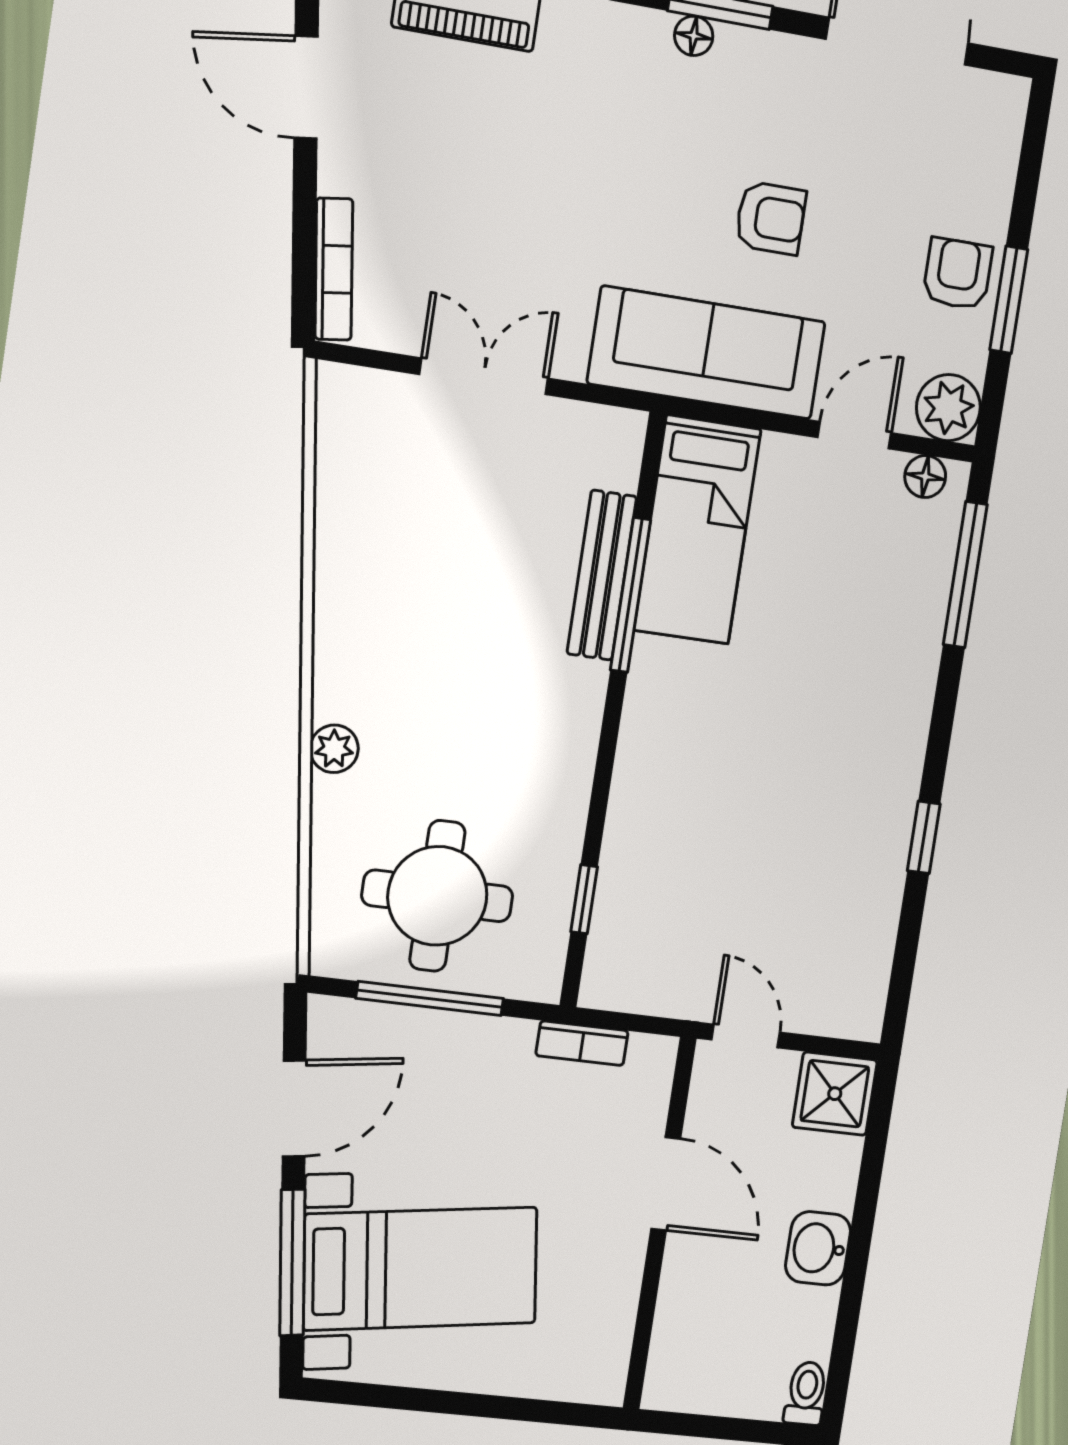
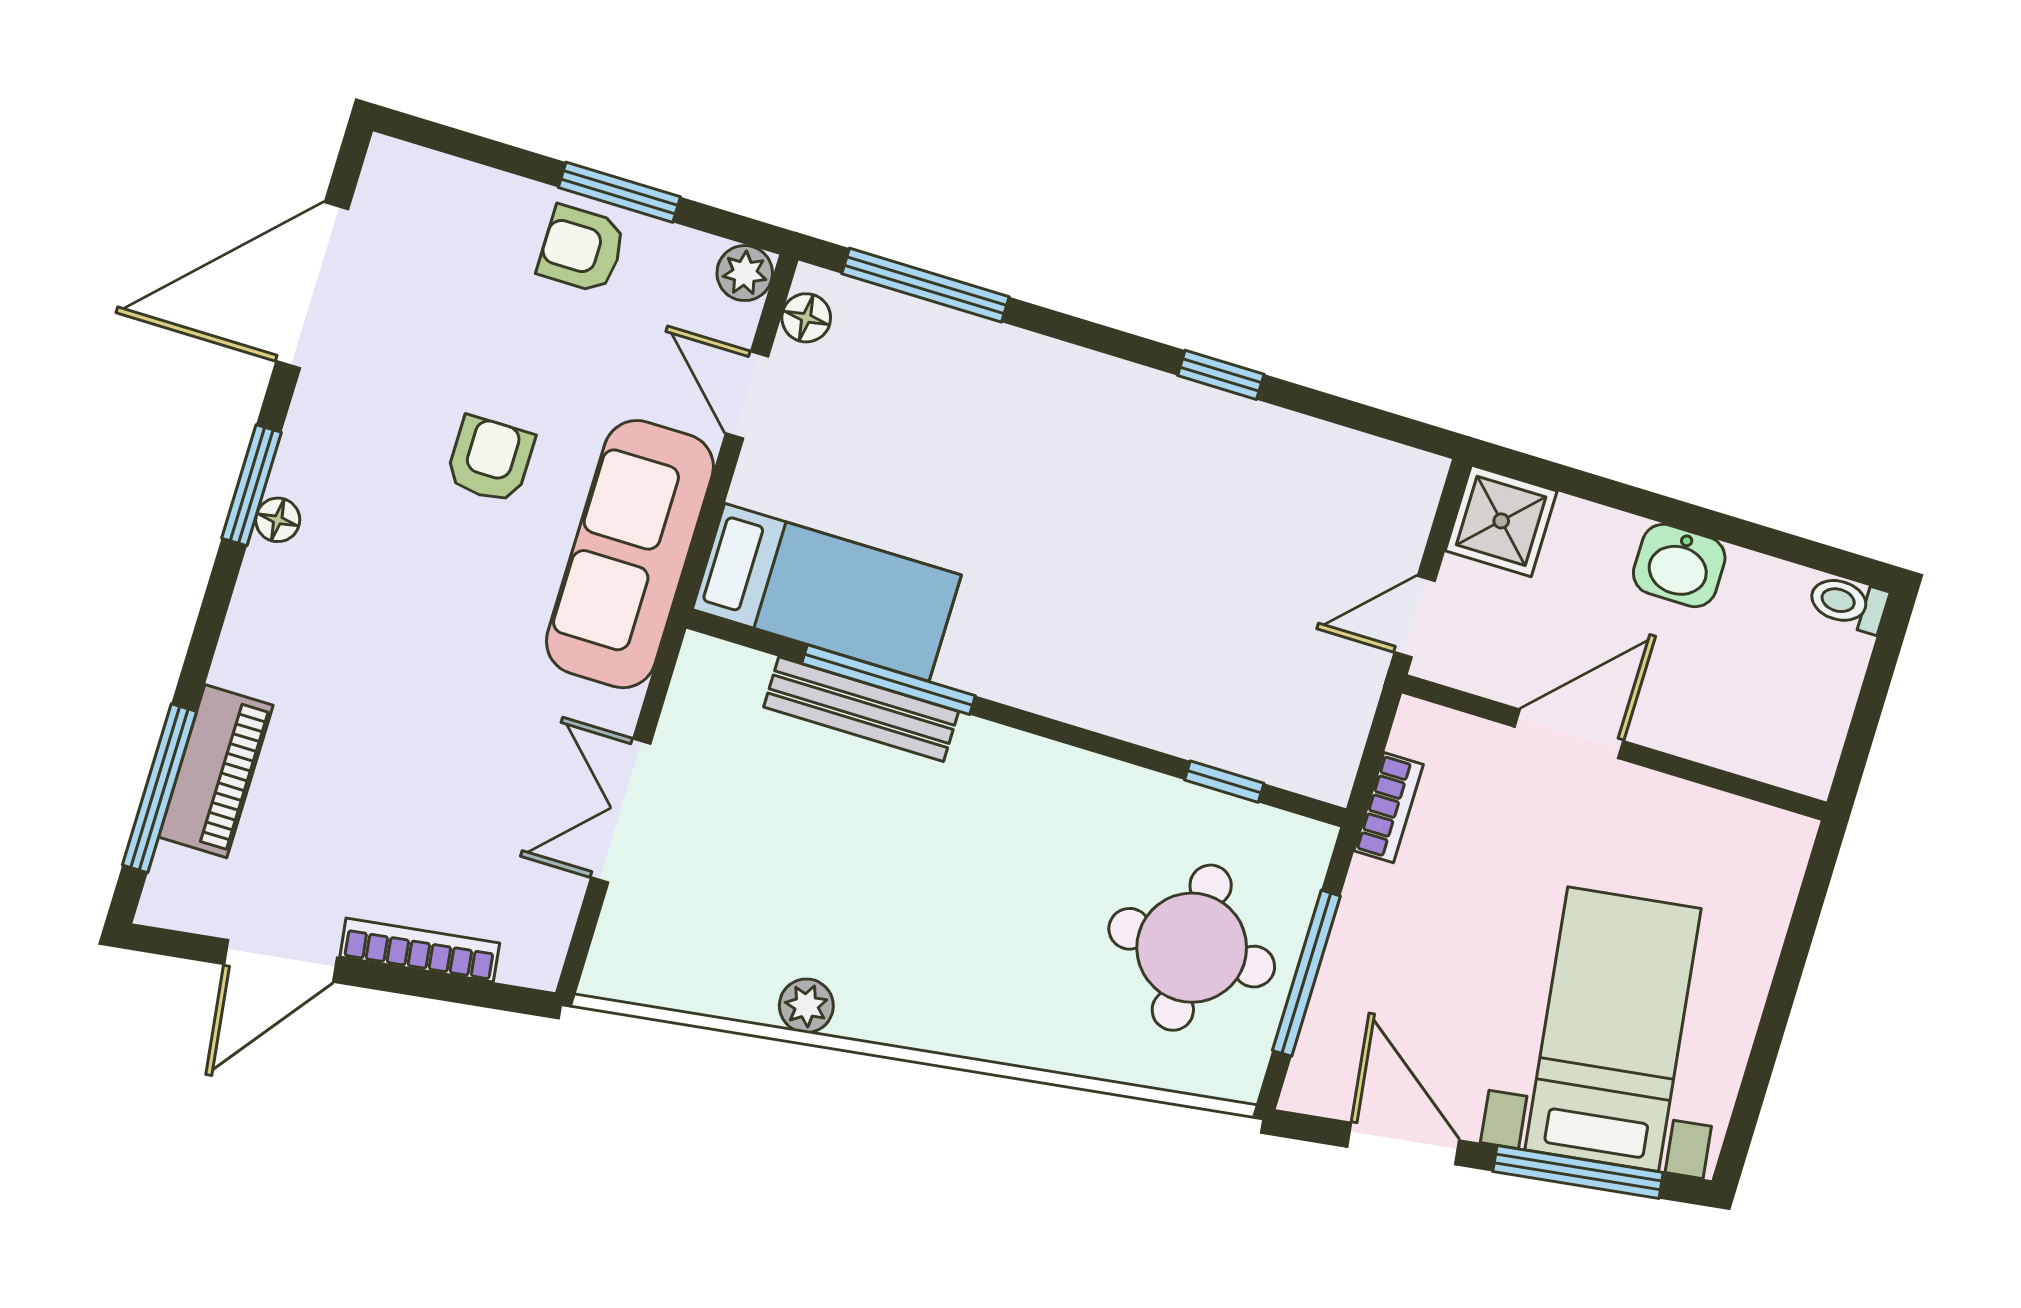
bookcase: (334, 269) -> (420, 950), moved
plant: (948, 408) -> (745, 273), width x0.73, depth x0.73
plant: (334, 749) -> (806, 1006), moved

